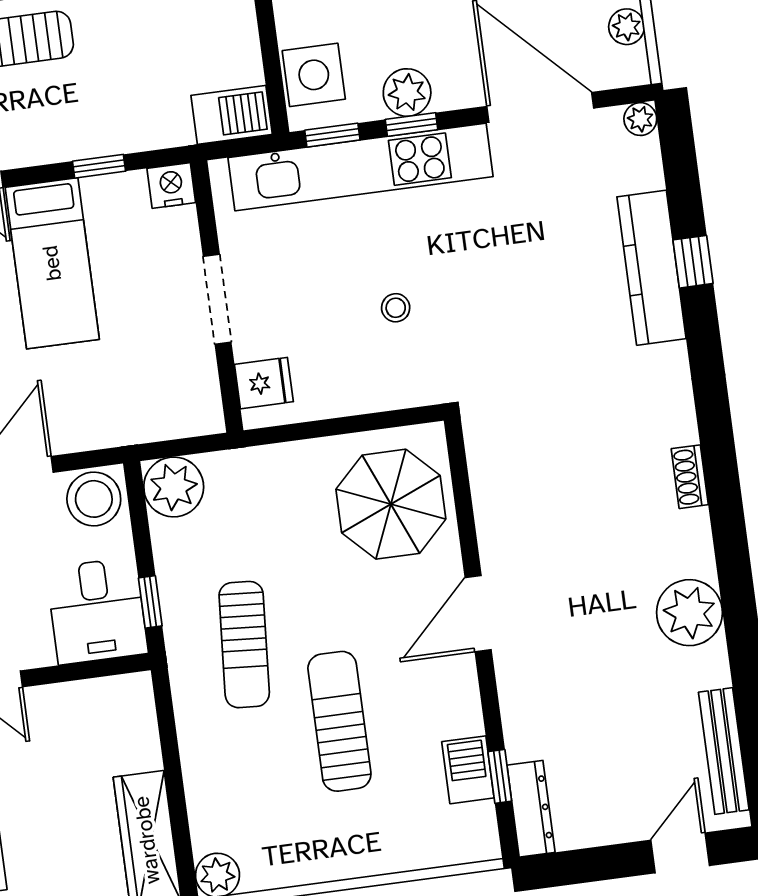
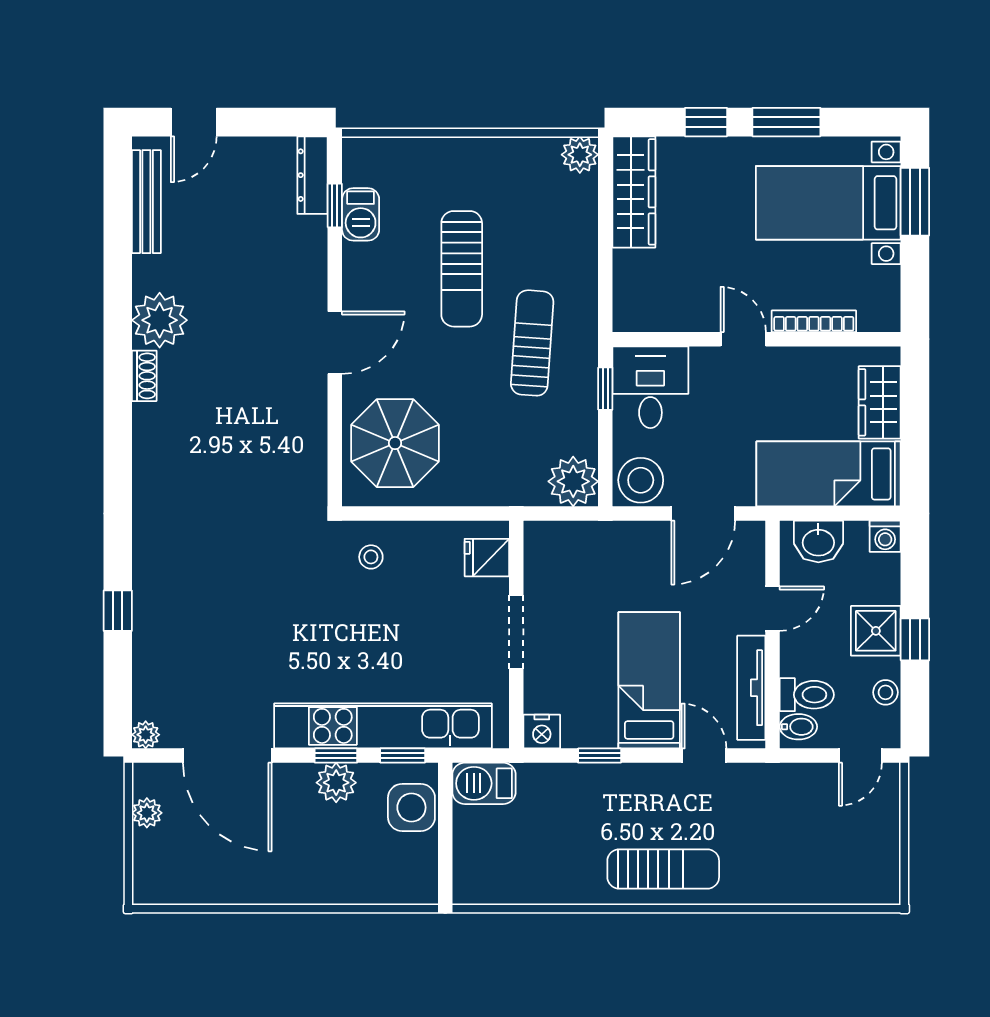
kitchen counter: (651, 268) -> (153, 610), removed
stool: (396, 308) -> (371, 557), moved
shoe rack: (690, 477) -> (144, 376), moved

